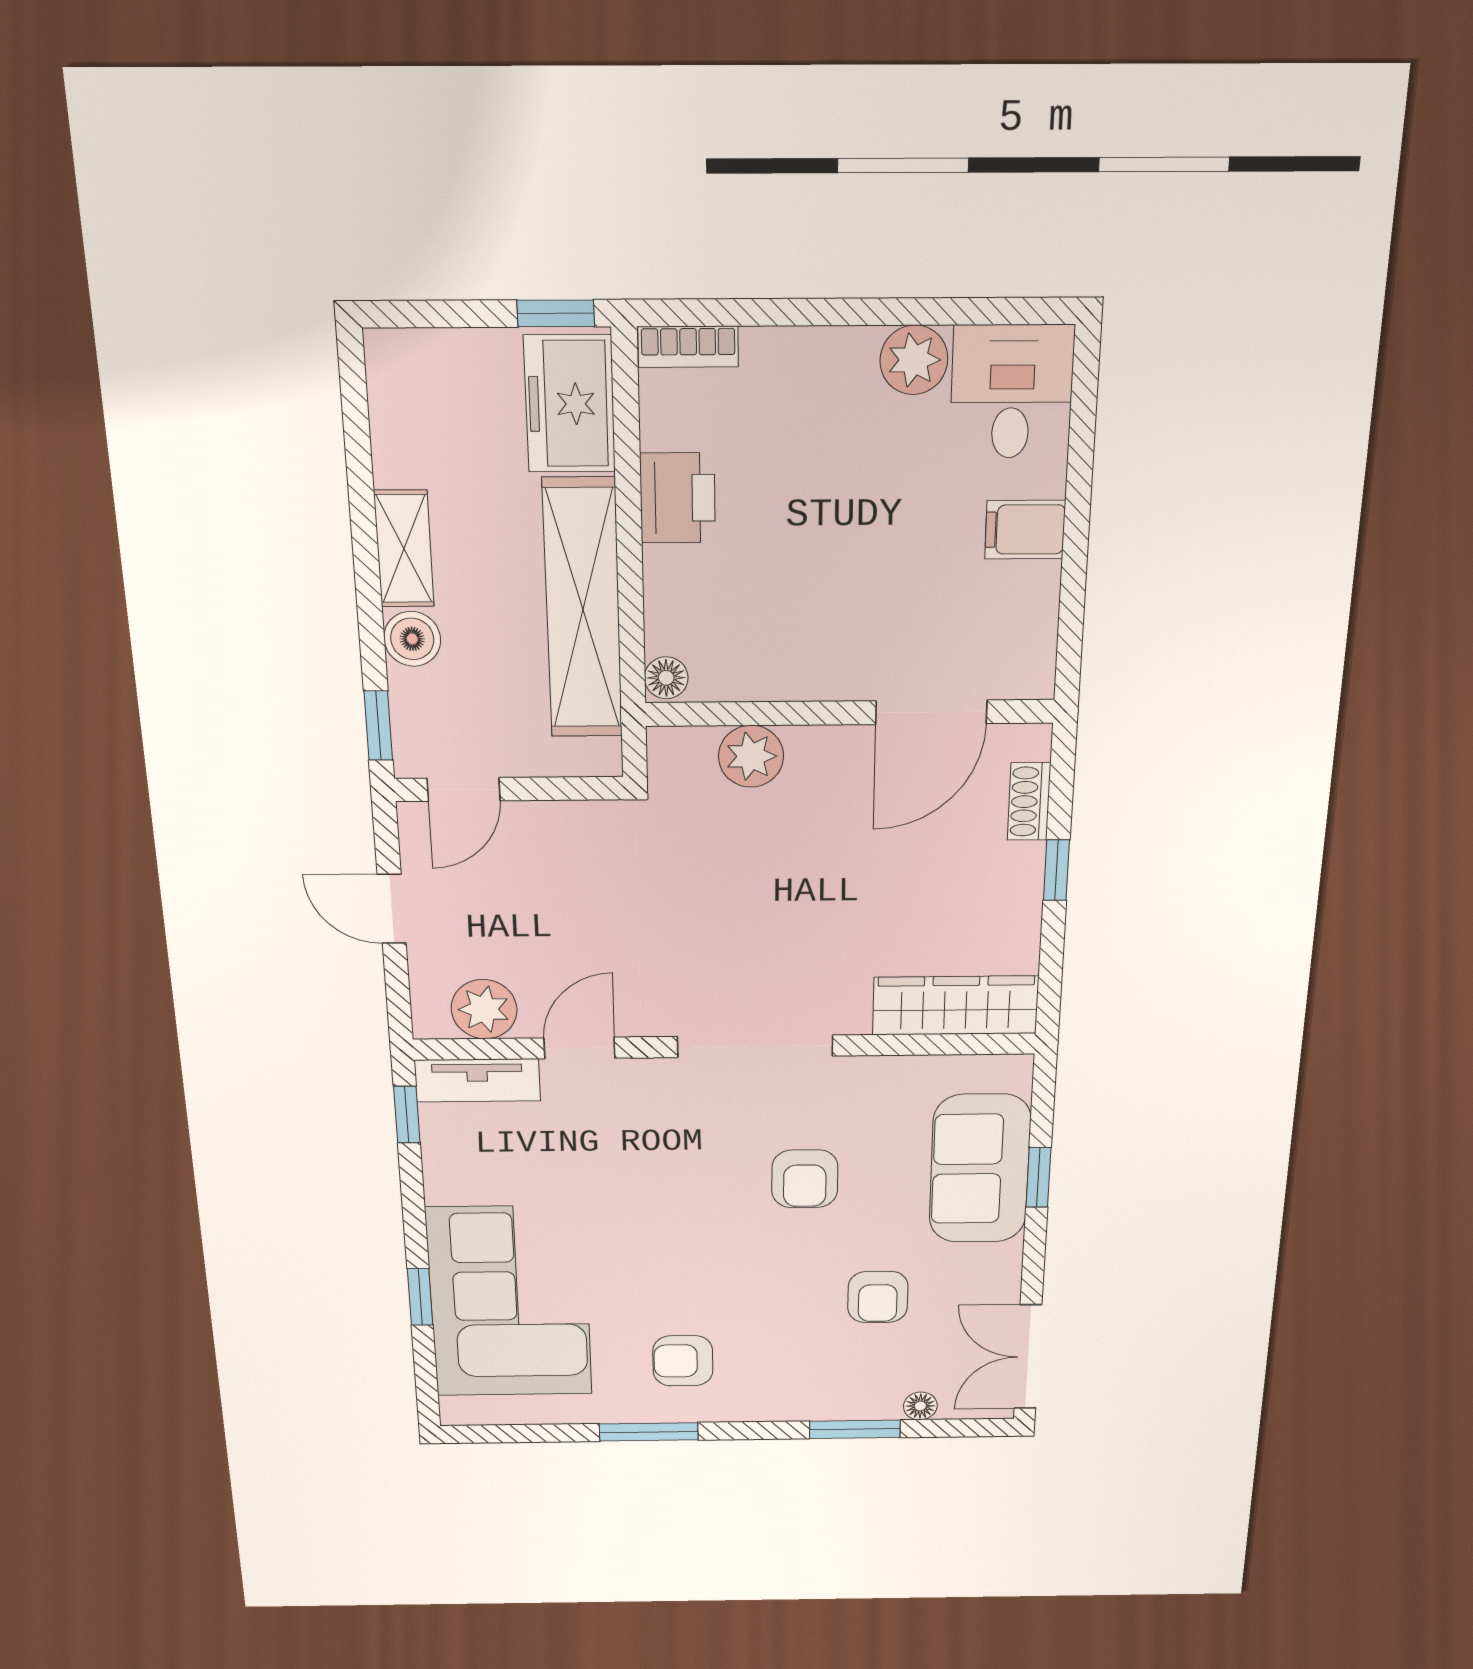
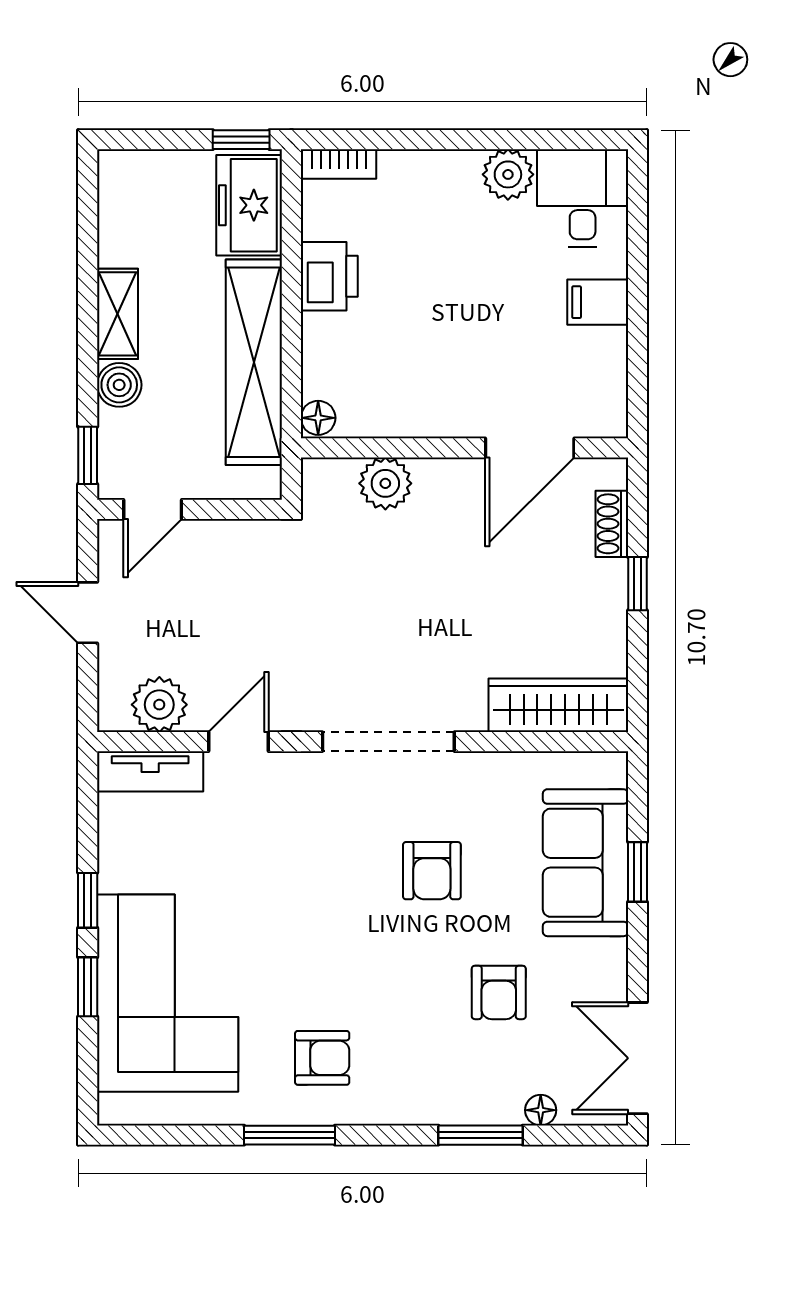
window: (407, 1115) -> (88, 900), moved
armchair: (683, 1361) -> (322, 1058), turned 180

